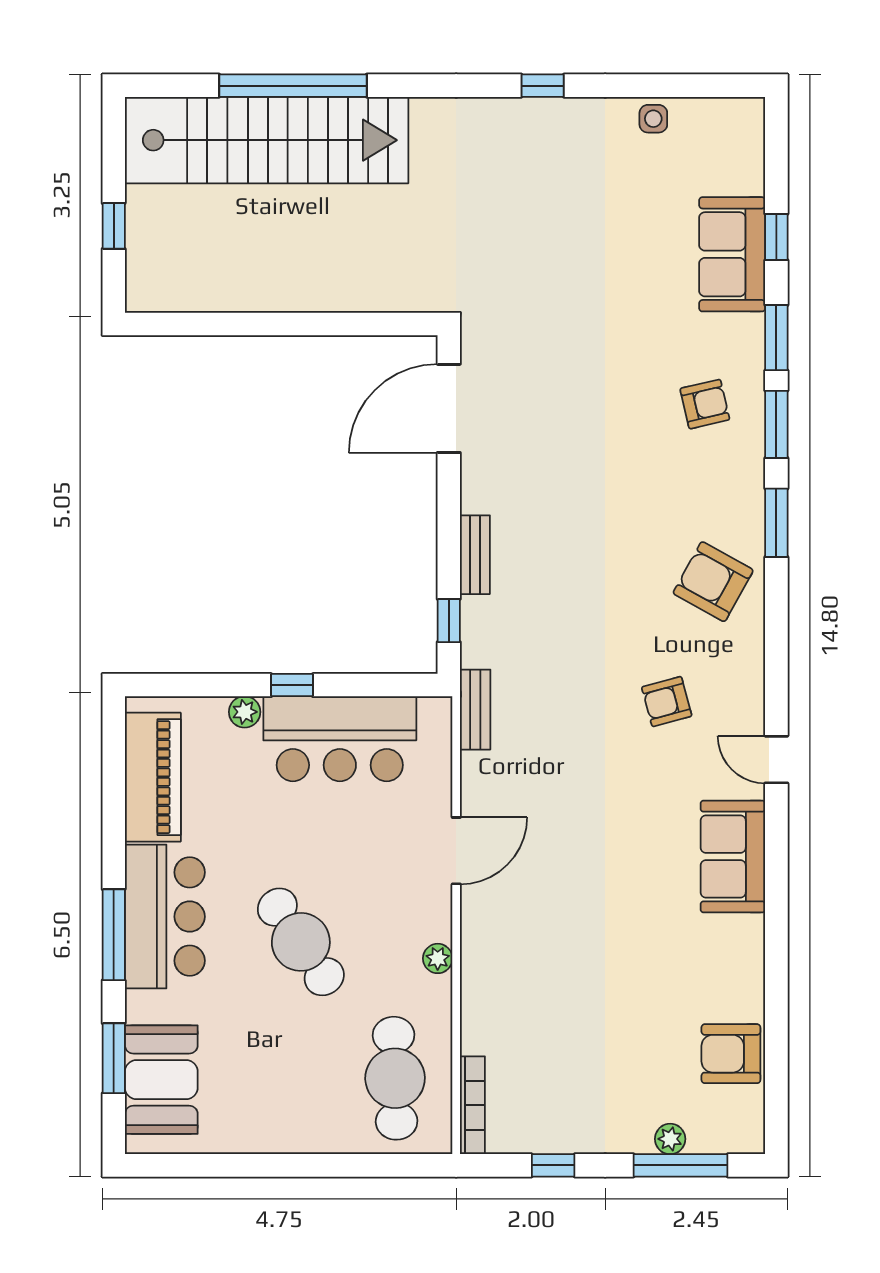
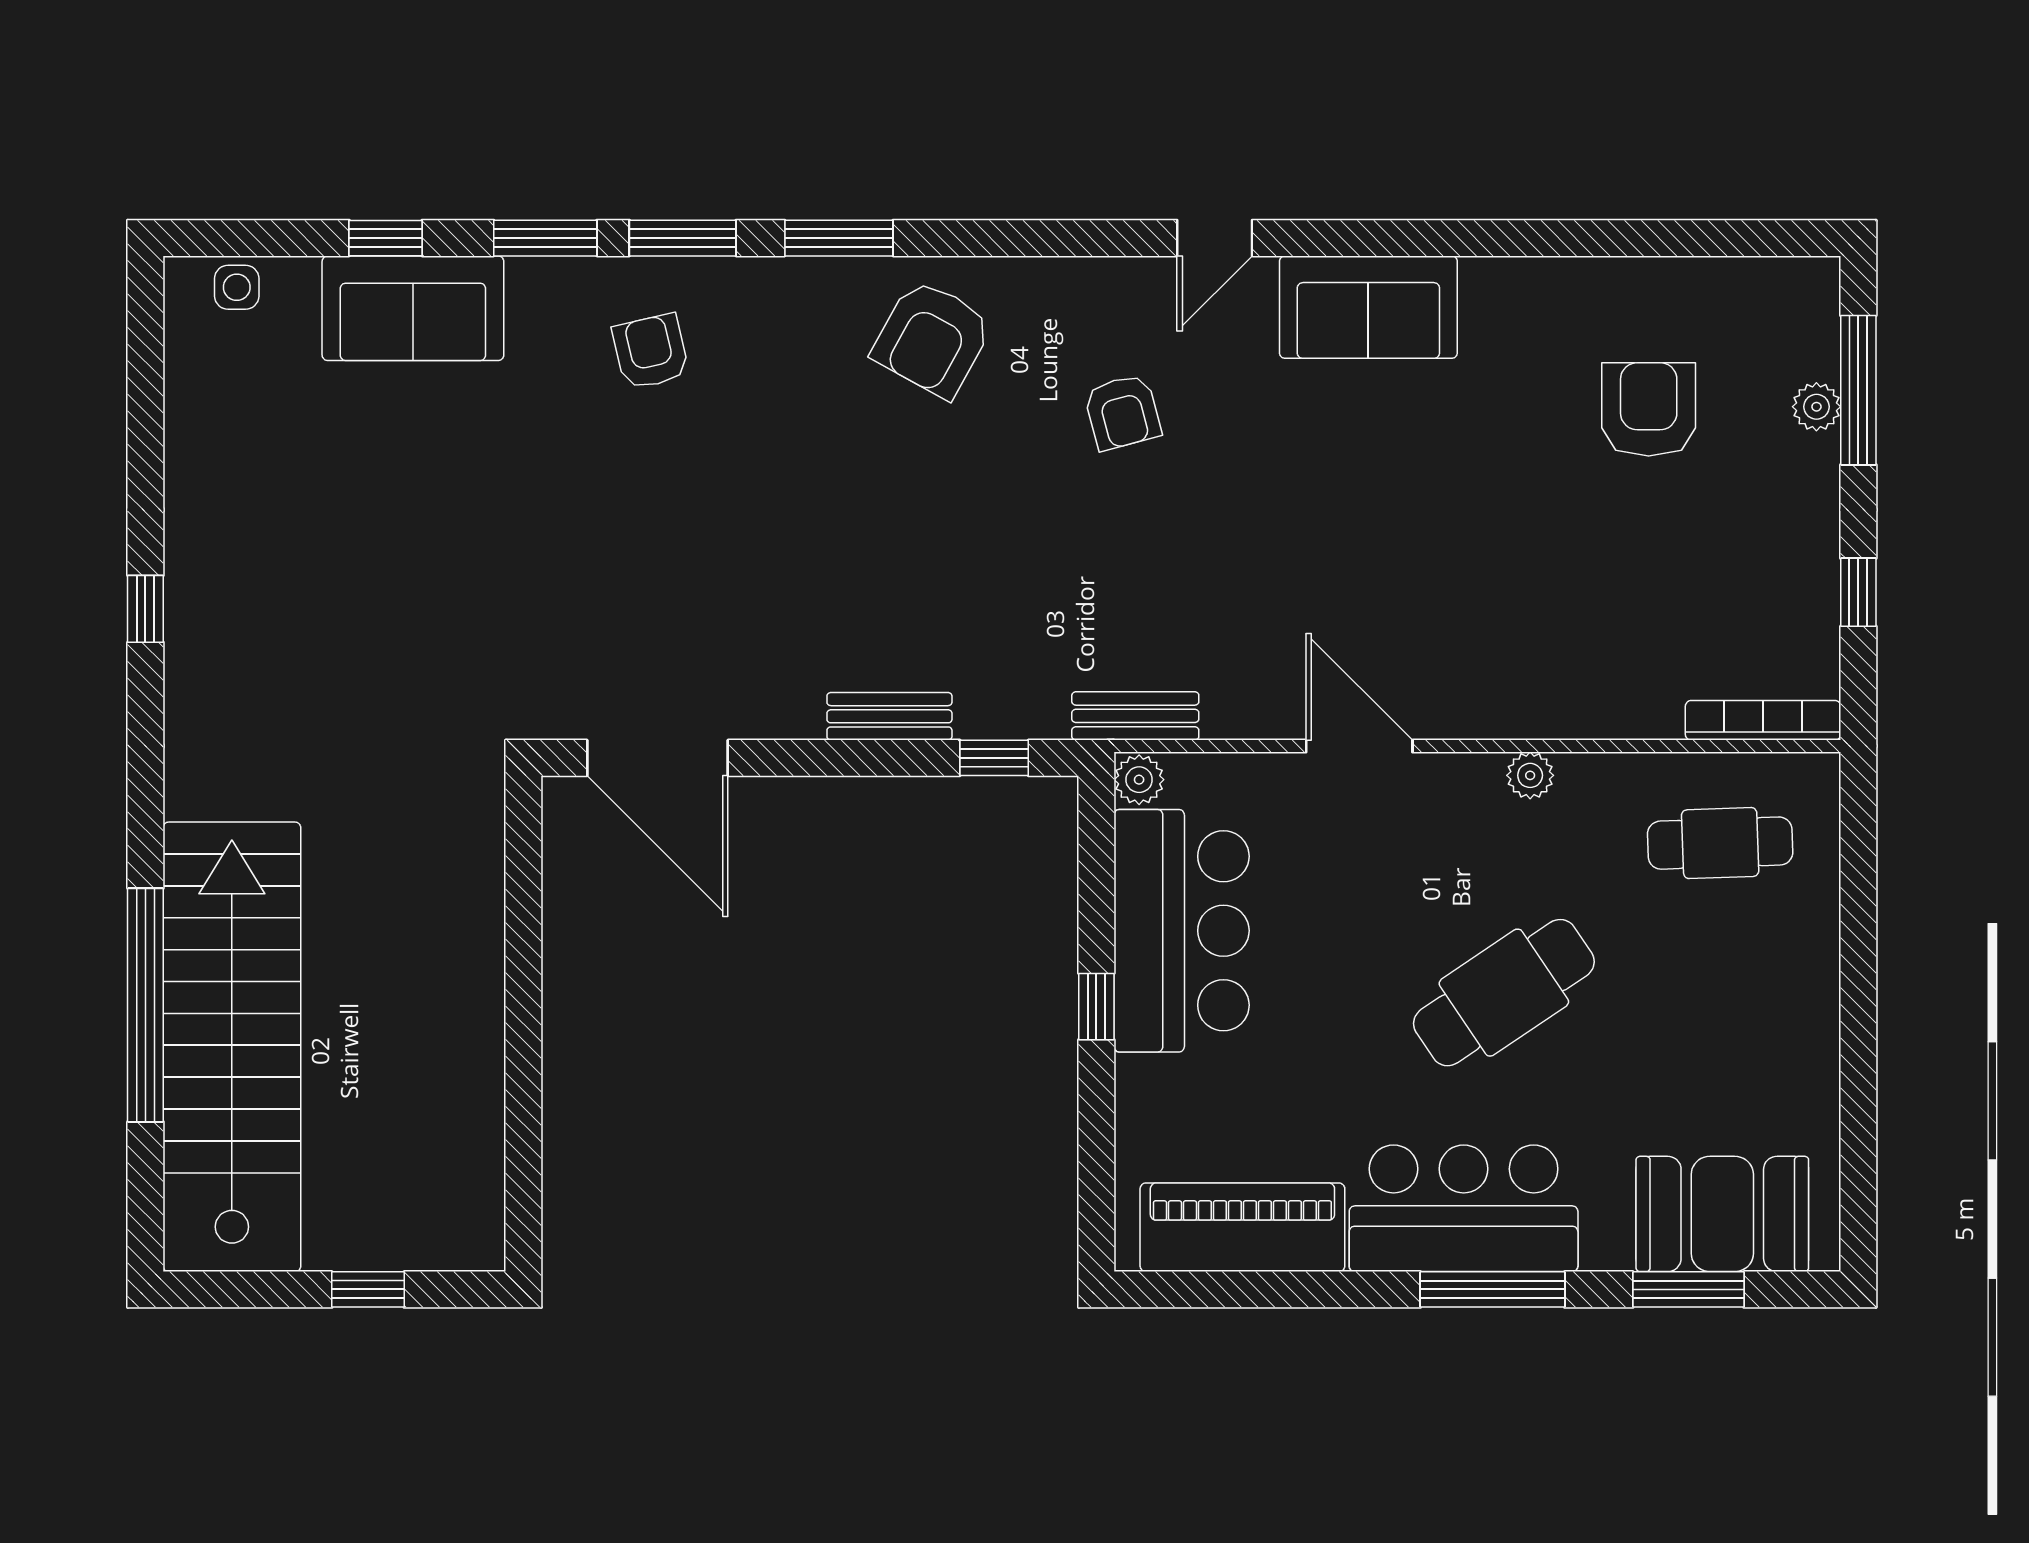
side table: (653, 119) -> (237, 287), moved
plant: (245, 712) -> (1139, 780), moved
armchair: (731, 1054) -> (1649, 409), moved, turned 180
cafe table: (395, 1078) -> (1720, 843), width x0.73, depth x0.74

